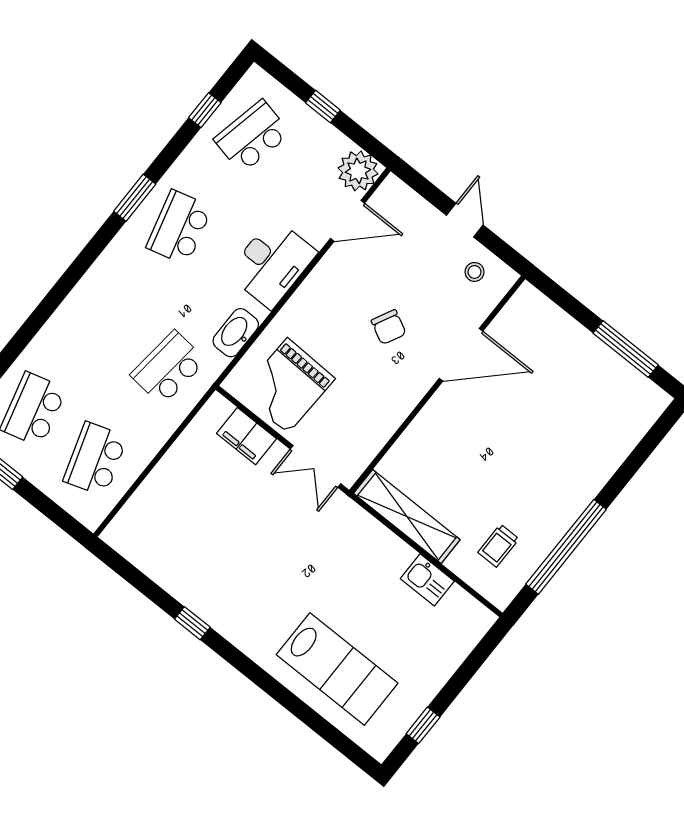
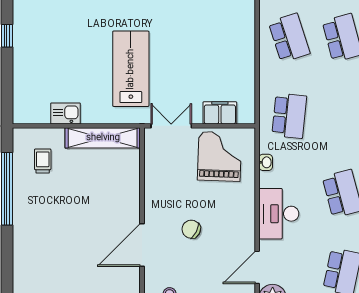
washbasin: (236, 333) -> (266, 162), width x0.52, depth x0.69
lab bench: (337, 669) -> (131, 69), moved, turned 90

